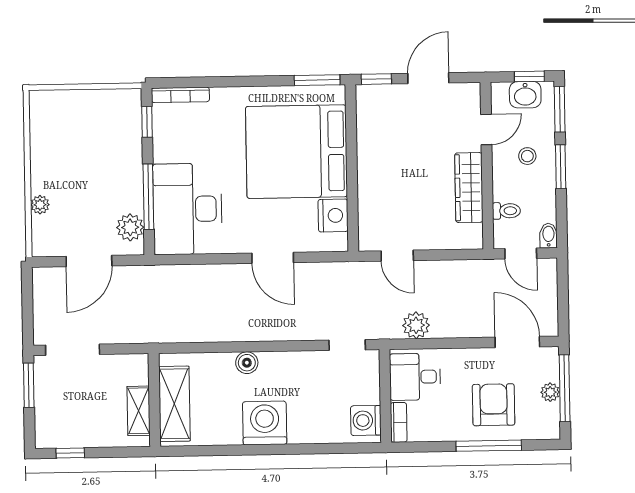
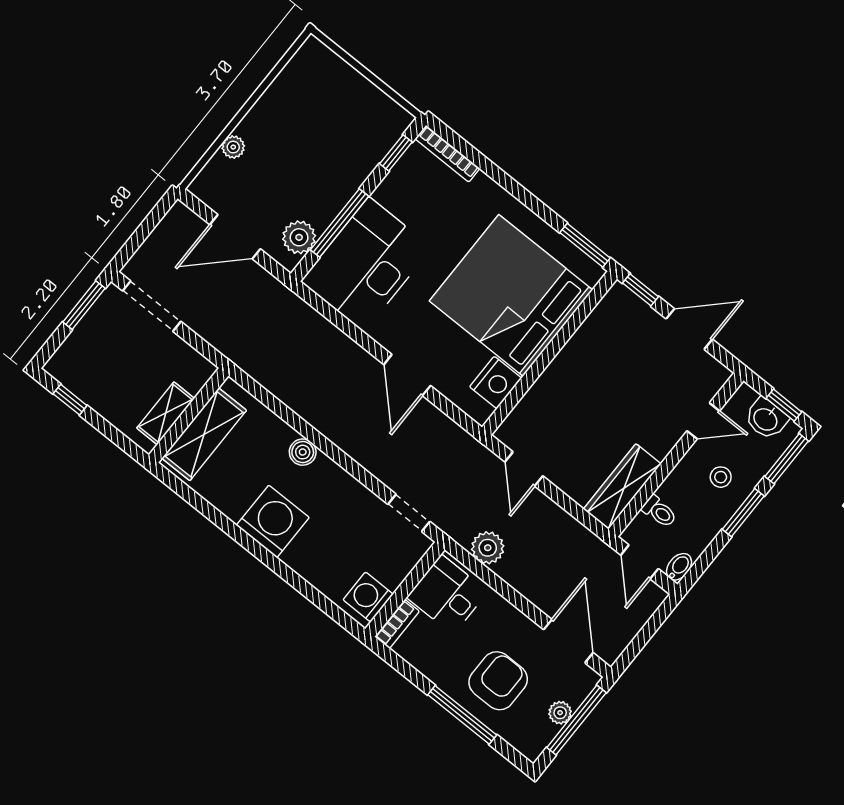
wardrobe: (469, 188) -> (622, 486), moved

